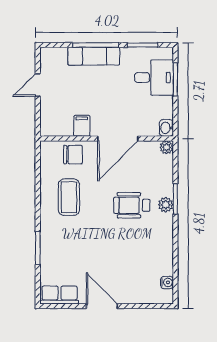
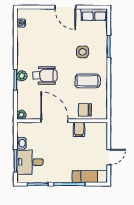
exam couch: (94, 56) -> (90, 177), moved
washbasin: (166, 128) -> (21, 143), moved
door: (118, 139) -> (54, 121), hinge flipped
coffee table: (69, 197) -> (88, 81), turned 90
side table: (76, 240) -> (83, 52), added

